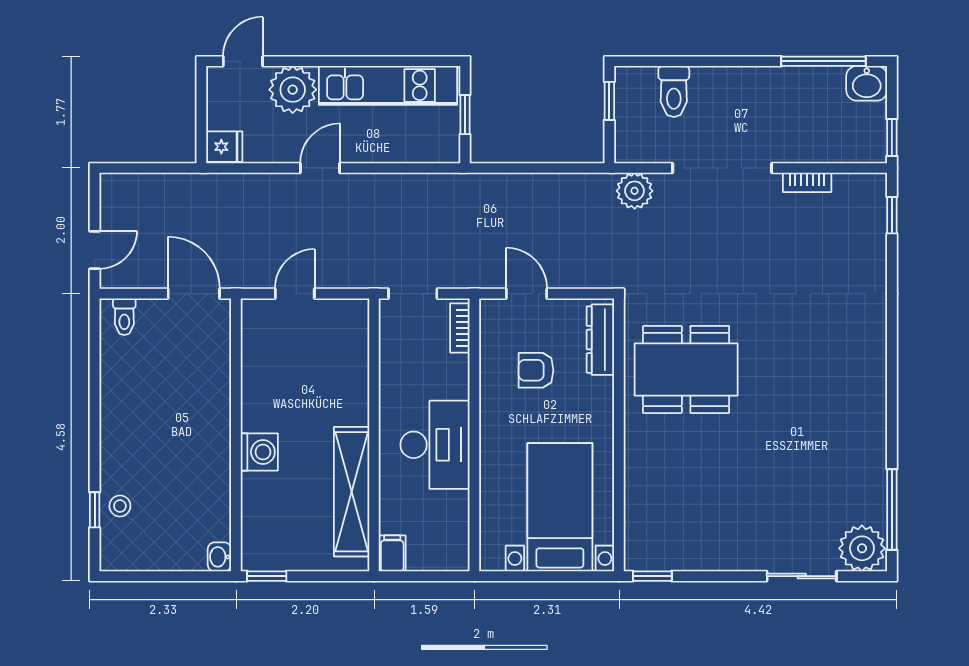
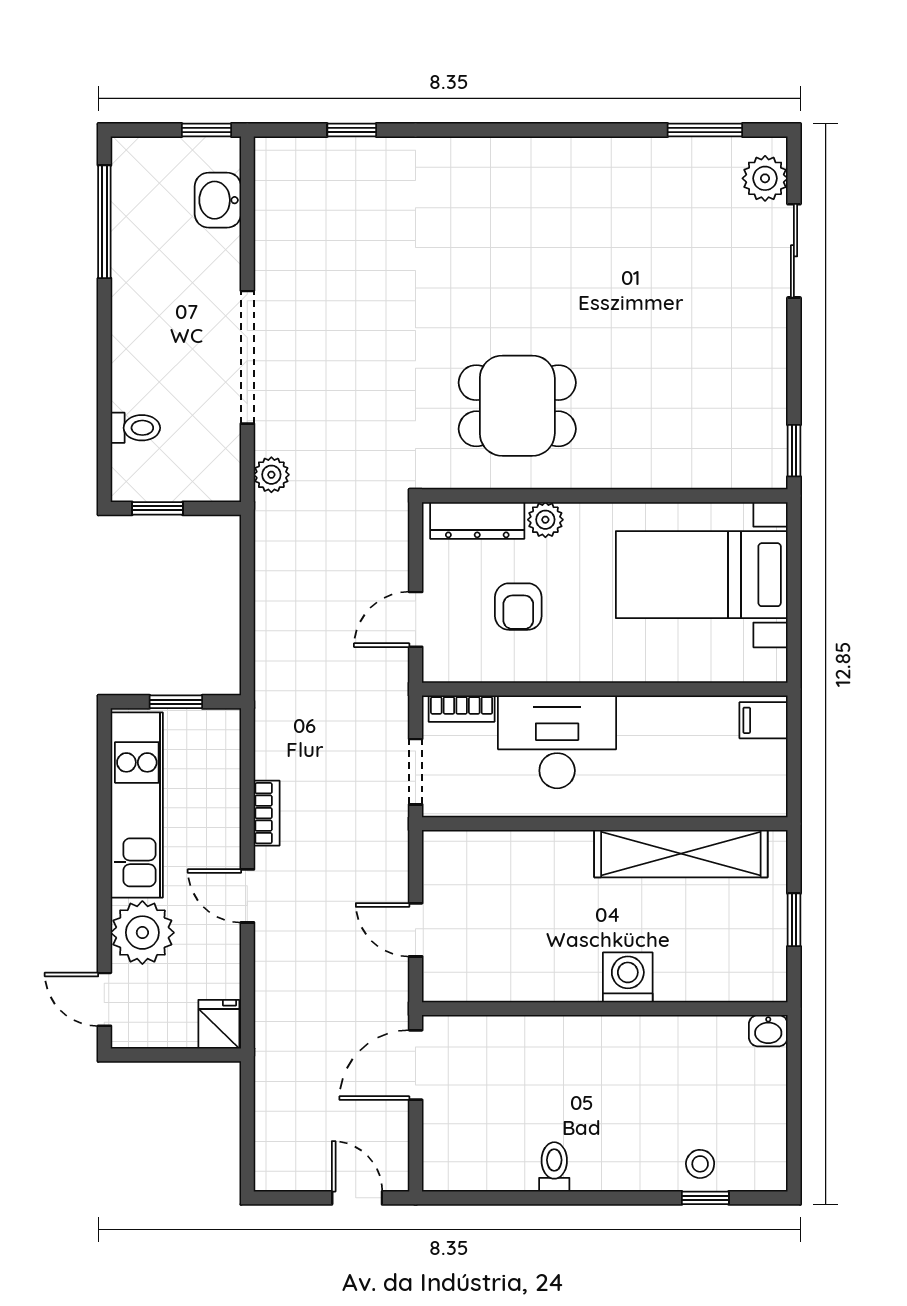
washbasin: (867, 83) -> (218, 200), moved, turned 180
toilet: (674, 91) -> (135, 428), width x0.73, depth x0.72
bookcase: (807, 182) -> (267, 813), moved
plant: (635, 191) -> (271, 475), width x0.73, depth x0.73
window: (892, 215) -> (352, 130), moved
toilet: (124, 317) -> (554, 1167), moved, turned -90
dining table: (686, 370) -> (517, 406), width x0.73
plant: (601, 390) -> (545, 520), added
desk: (435, 445) -> (557, 742), moved
window: (892, 510) -> (705, 130), width x0.69
plant: (862, 548) -> (765, 178), width x0.73, depth x0.73
filing cabinet: (392, 553) -> (764, 720), moved
window: (267, 576) -> (794, 920), moved

